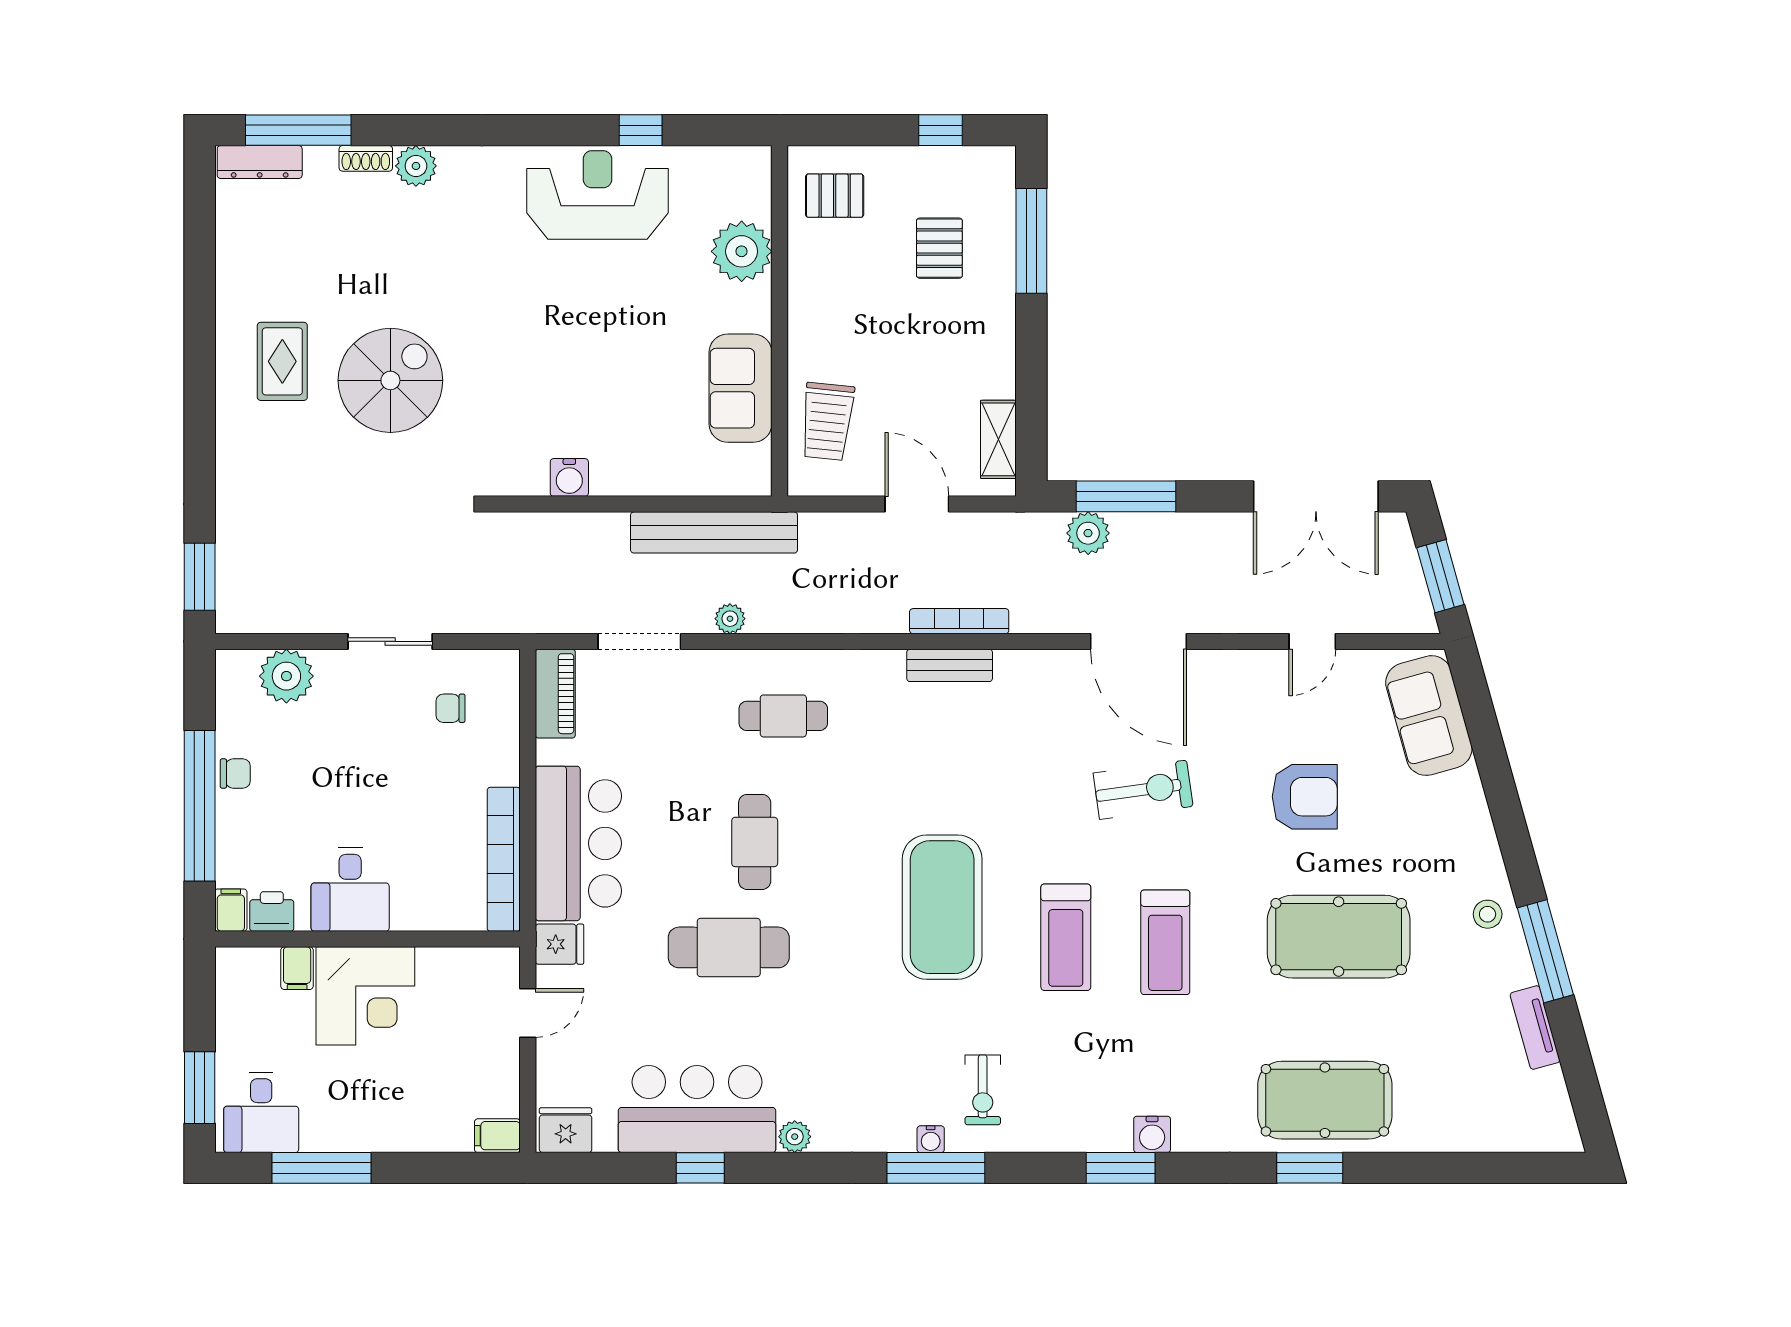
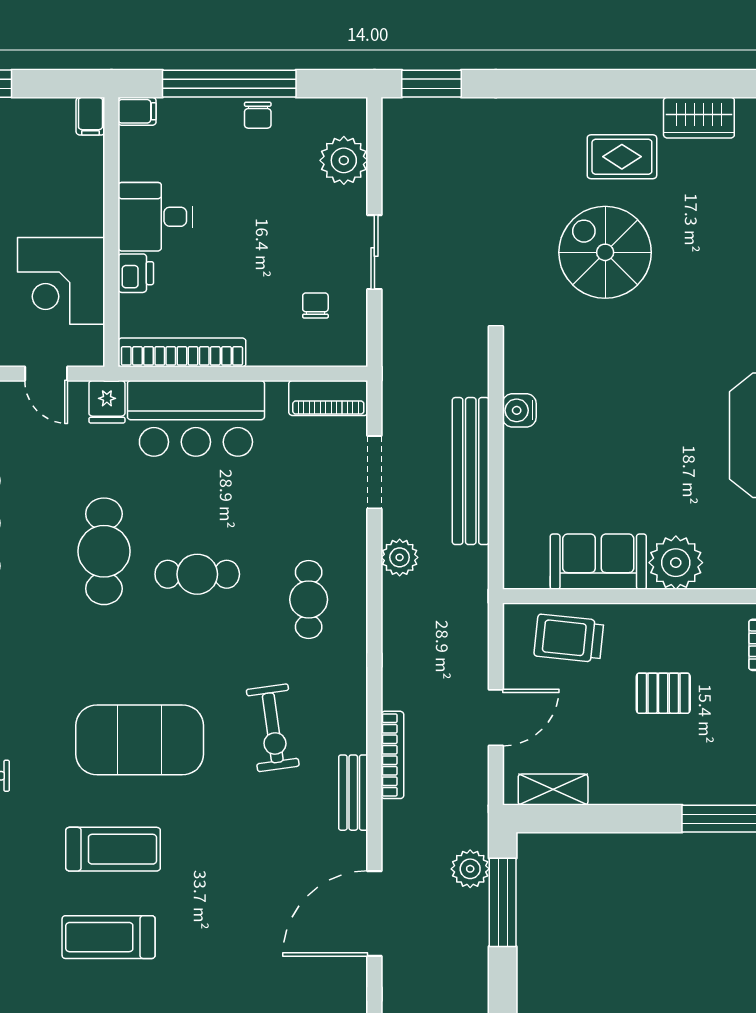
pallet: (939, 248) -> (663, 693), moved
plant: (742, 251) -> (676, 563), moved
wardrobe: (238, 274) -> (699, 118), added
spiral stairs: (390, 380) -> (605, 252), turned 180
bench: (714, 532) -> (471, 471), moved
plant: (730, 619) -> (400, 557), width x1.38, depth x1.38
bench: (950, 665) -> (353, 793), moved
exercise bike: (1143, 790) -> (273, 728), moved
printer: (272, 911) -> (136, 273), moved
treadmill: (1066, 937) -> (113, 849), turned 180
filing cabinet: (297, 968) -> (90, 116), moved, turned -90
corner desk: (365, 996) -> (61, 281), moved

